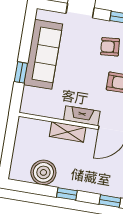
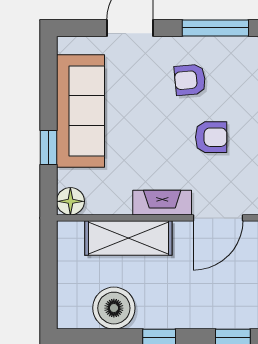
floor lamp: (28, 106) -> (70, 201), added
shelving: (68, 132) -> (128, 238), width x1.50, depth x1.33

